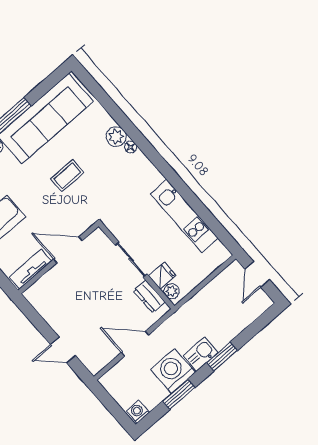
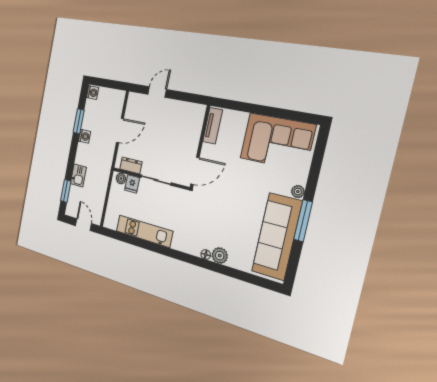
coffee table: (67, 176) -> (233, 206), removed
door: (68, 250) -> (195, 171), moved
kitchen sink: (201, 354) -> (78, 175), moved
window: (222, 357) -> (66, 191), moved
washing machine: (173, 371) -> (84, 136), width x0.53, depth x0.53

